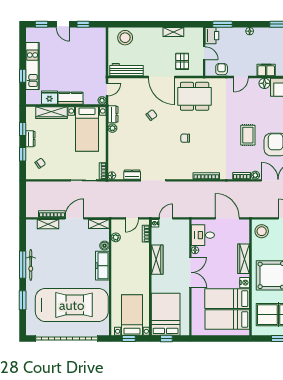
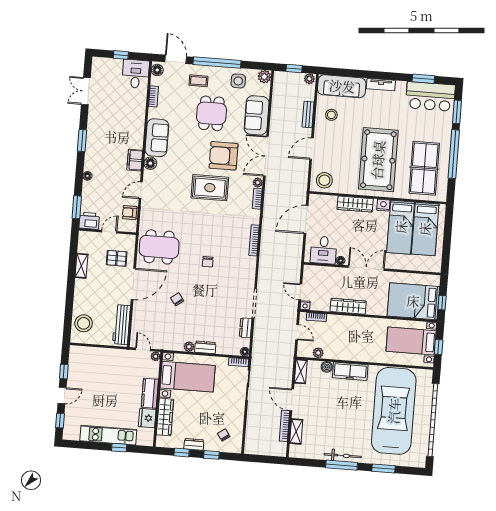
door: (241, 77) -> (141, 190), swing flipped
dining table: (195, 96) -> (159, 247), turned 90
dresser: (113, 114) -> (205, 347), moved
rug: (248, 135) -> (210, 188), width x1.36, depth x1.43

